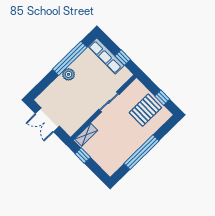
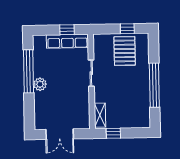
row of seats: (106, 56) -> (67, 41), moved

